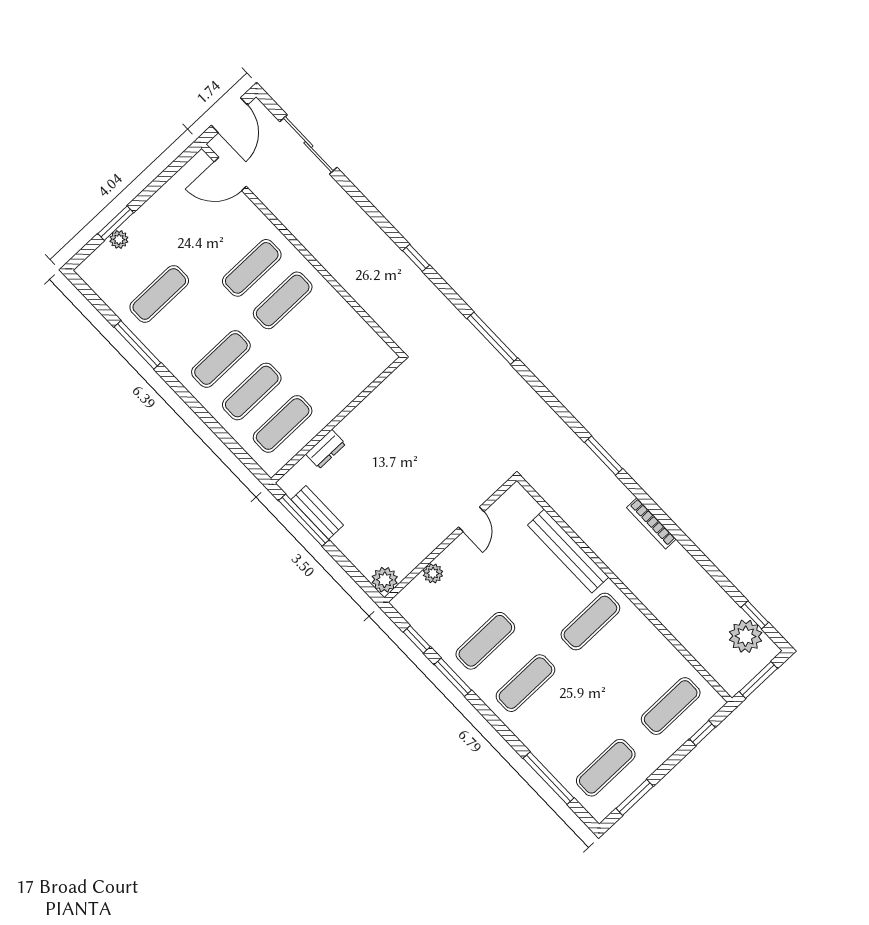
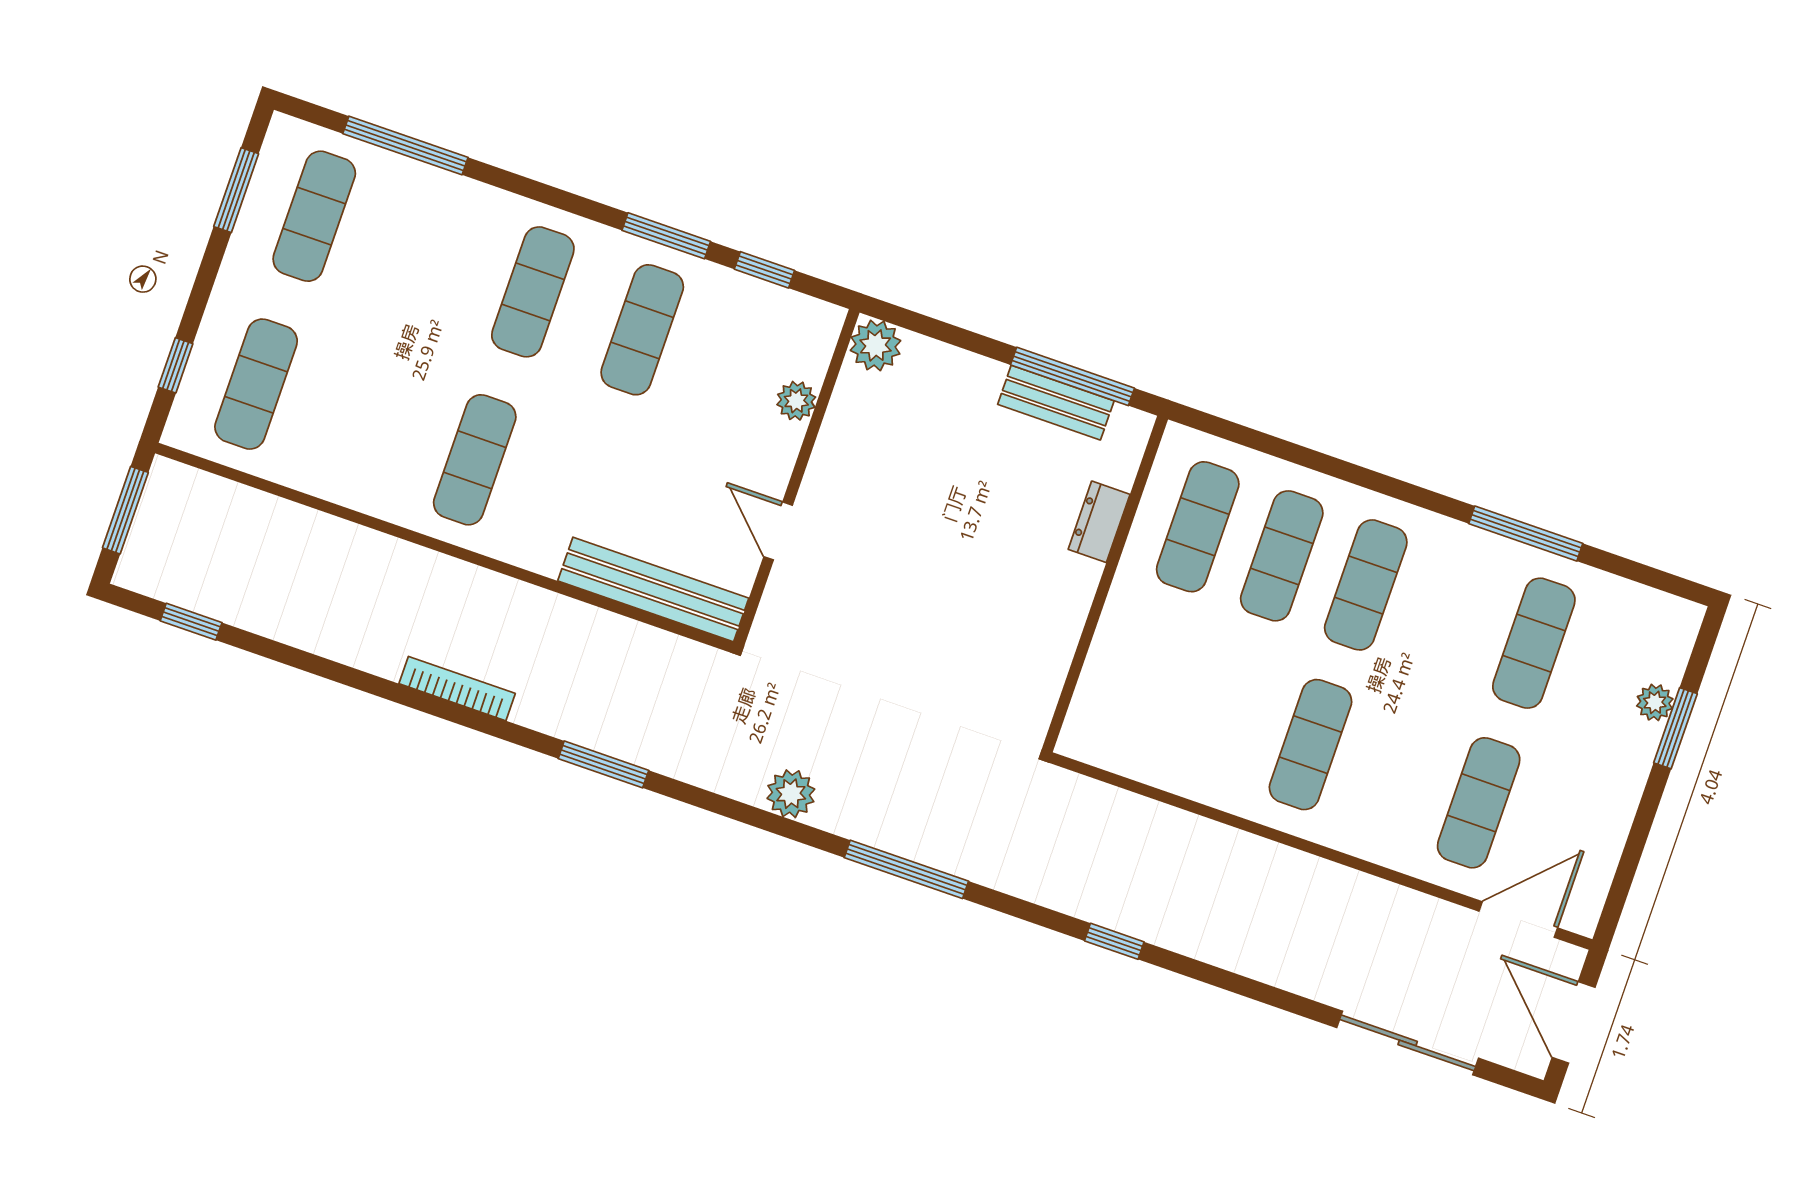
exercise mat: (252, 268) -> (1479, 803), moved
bench: (568, 551) -> (653, 589), moved
plant: (746, 636) -> (791, 794), moved, width x0.73, depth x0.73

